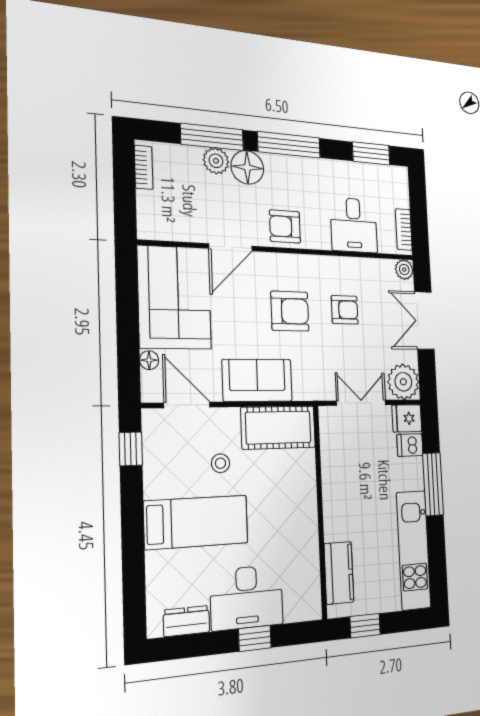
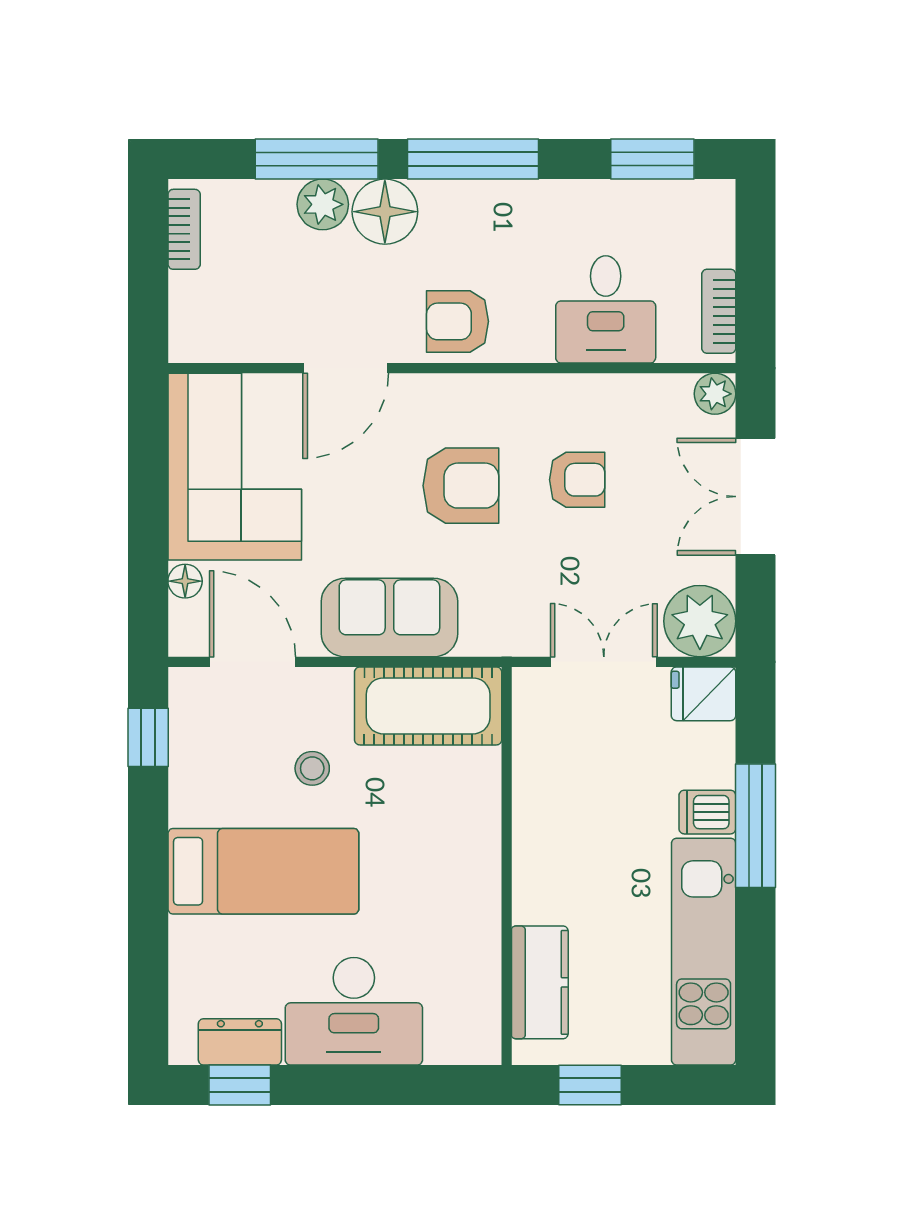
dishwasher: (410, 445) -> (707, 812), moved
window: (255, 638) -> (240, 1085), moved

